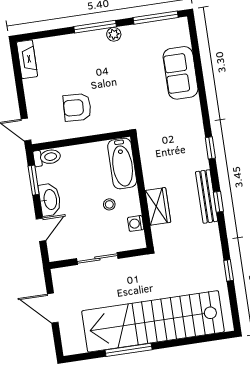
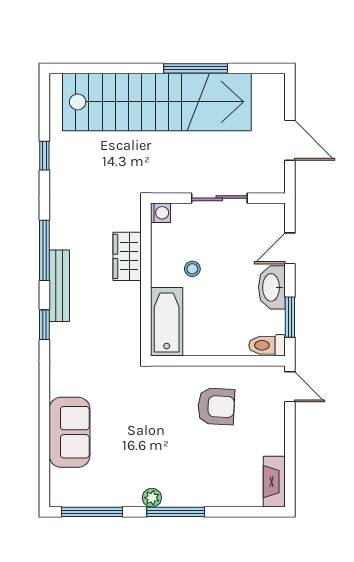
bench: (207, 196) -> (59, 286), moved
window: (218, 202) -> (44, 250), width x2.17
washing machine: (136, 223) -> (161, 213), moved

